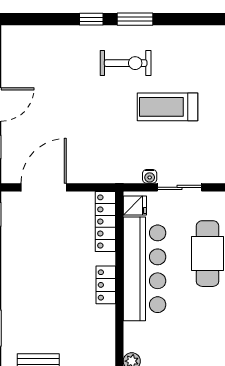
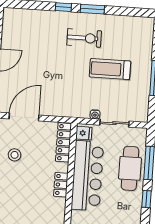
stool: (33, 245) -> (15, 155), added

